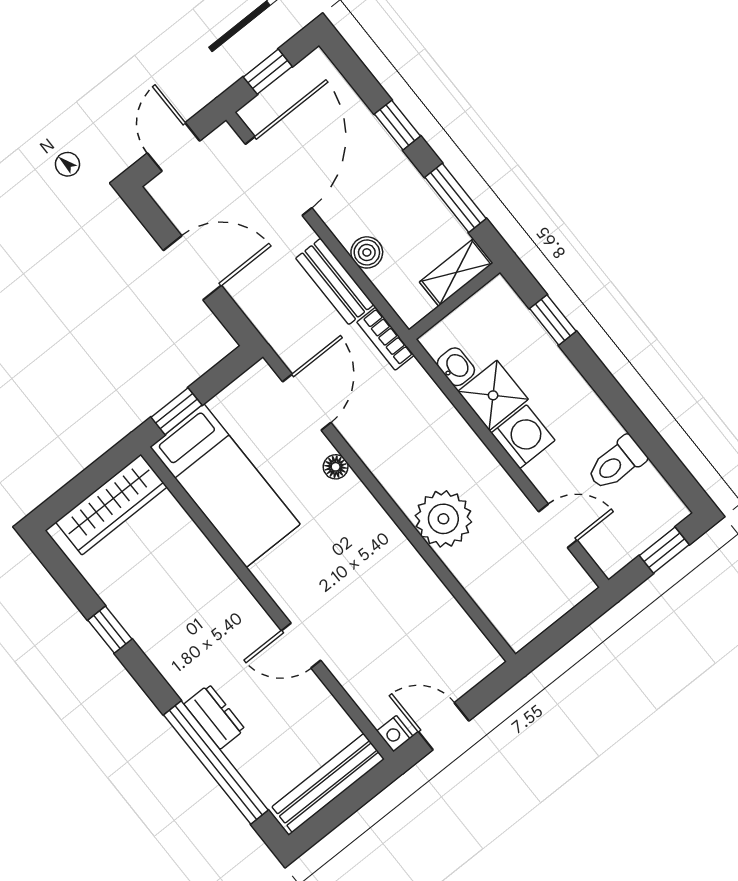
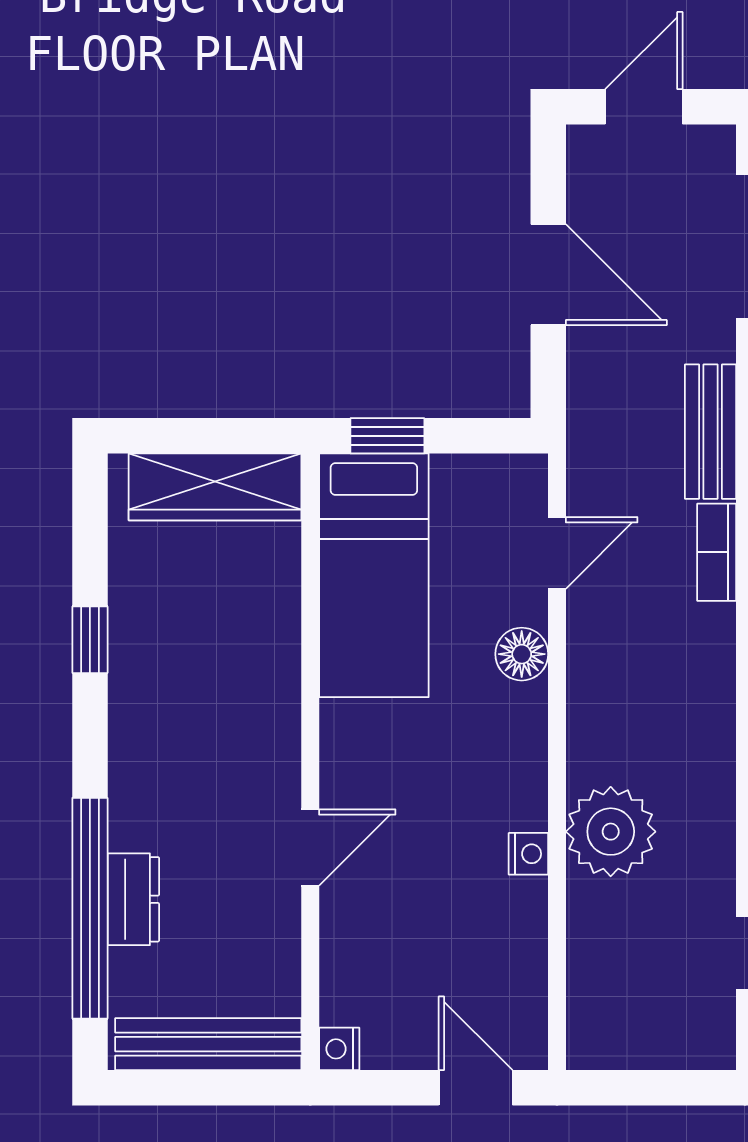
door: (307, 402) -> (557, 553), width x0.73
floor lamp: (336, 467) -> (522, 654), width x1.37, depth x1.37
nightstand: (411, 562) -> (528, 854), added
door: (301, 645) -> (310, 848), swing flipped
dresser: (215, 717) -> (133, 899), moved
door: (444, 726) -> (476, 1088), moved

